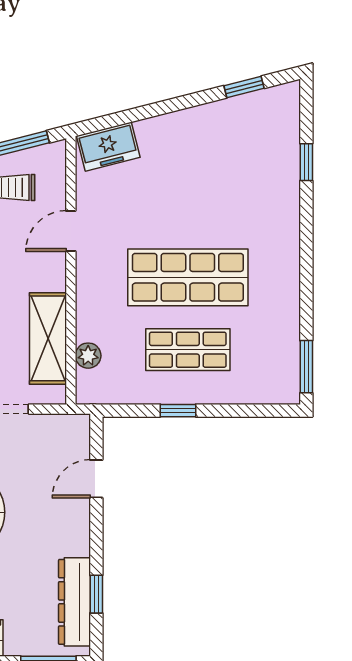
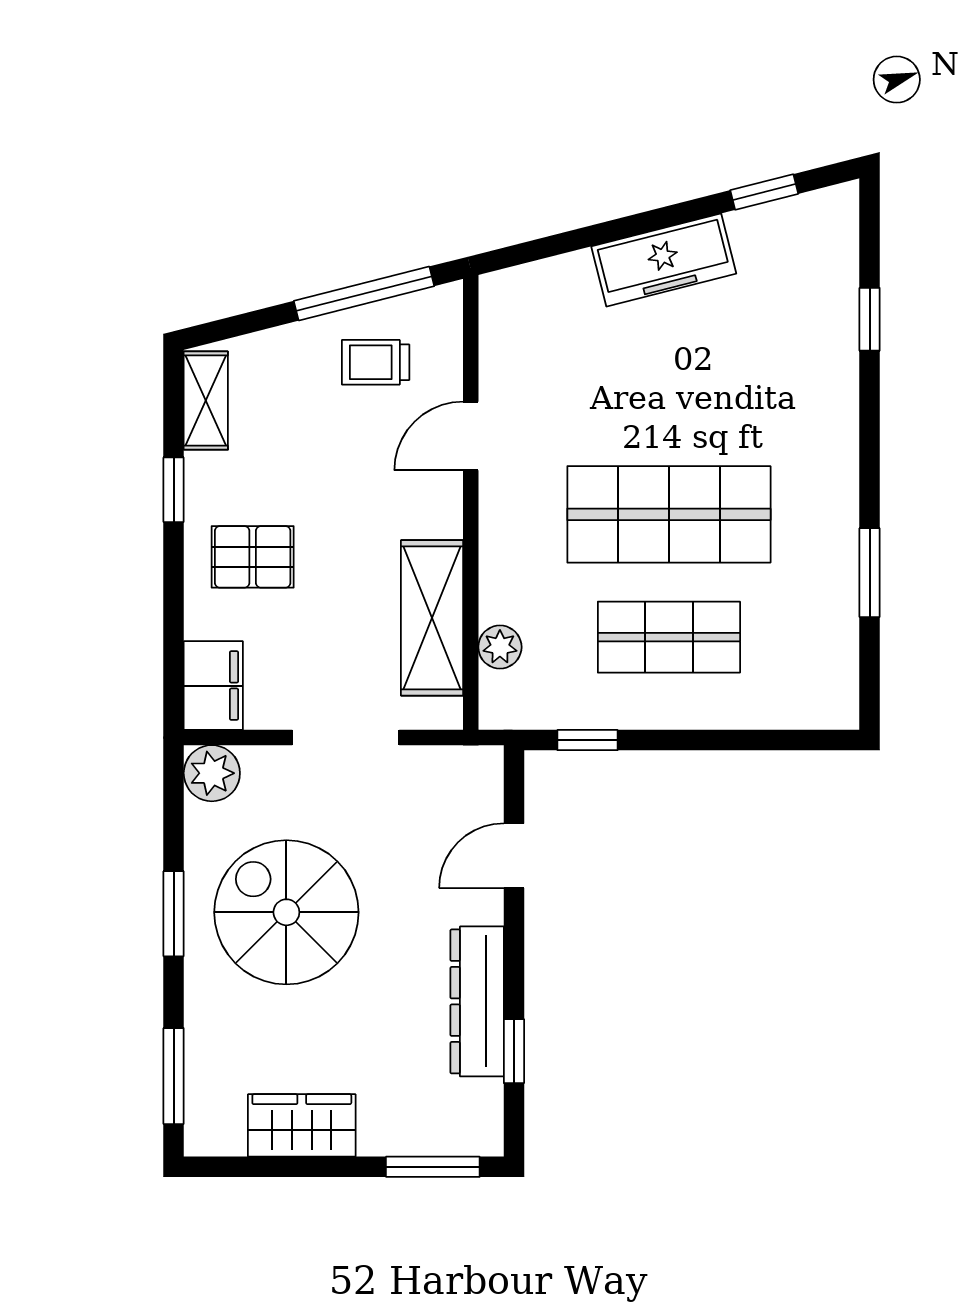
freezer: (108, 147) -> (664, 260), moved, width x1.40
window: (306, 367) -> (870, 573), moved
window: (178, 411) -> (588, 740), moved
dresser: (75, 602) -> (477, 1001), moved

